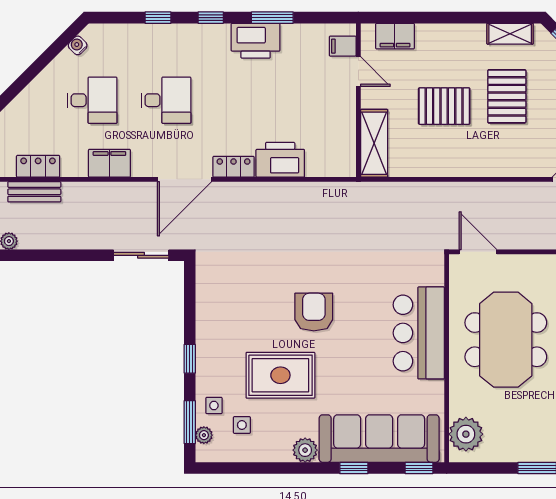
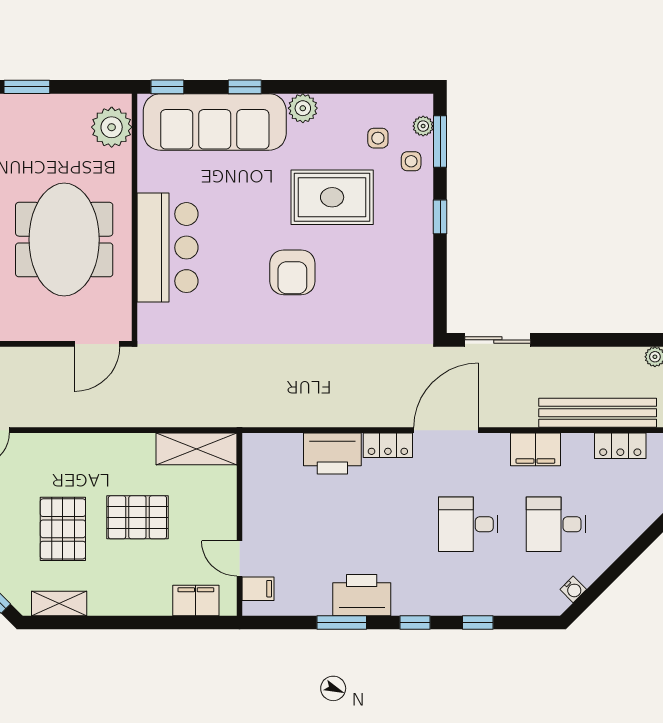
shelving: (374, 143) -> (197, 449), moved, turned 90
bench: (34, 192) -> (598, 413), width x1.86, depth x1.21
door: (478, 252) -> (97, 344), hinge flipped

